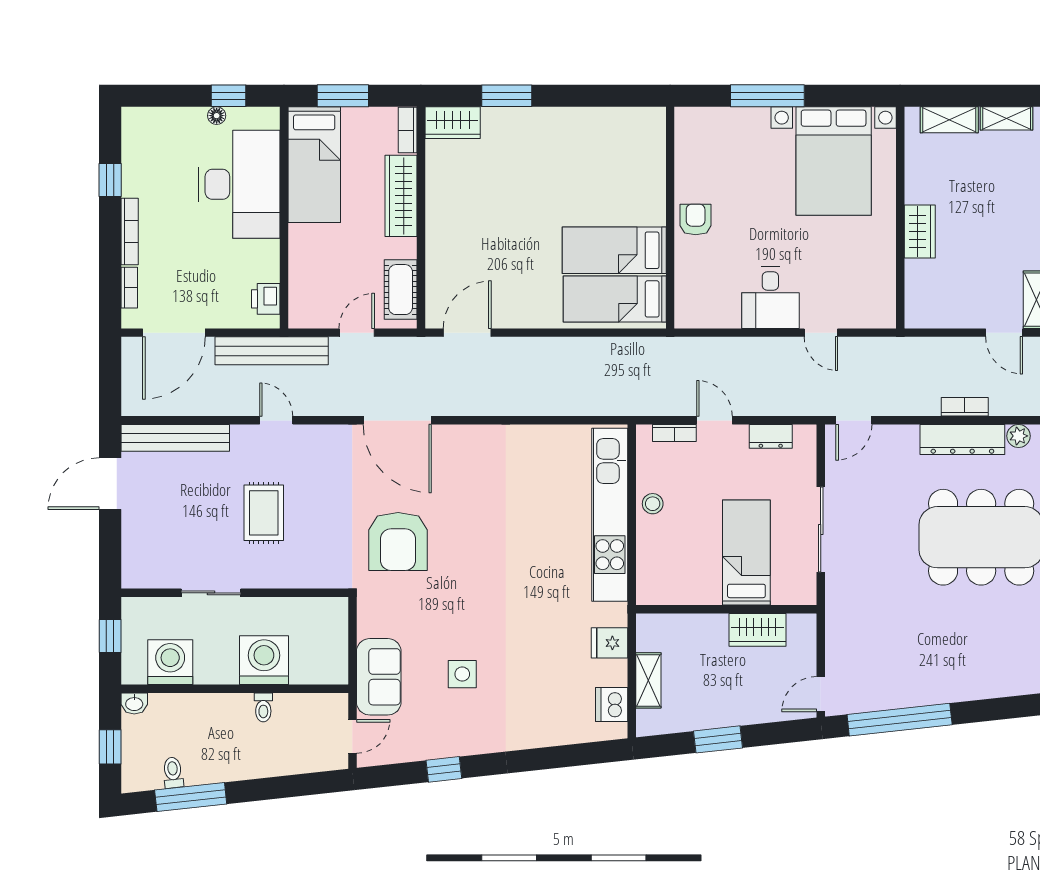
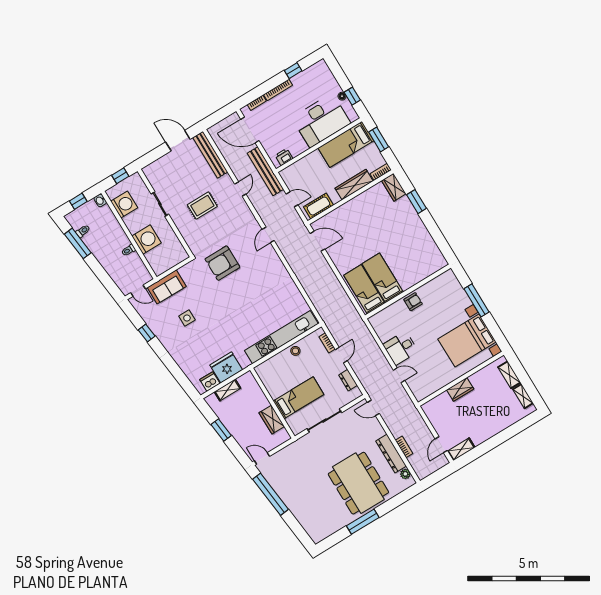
door: (821, 333) -> (399, 375), swing flipped
door: (397, 420) -> (268, 235), width x0.53
fridge: (610, 643) -> (226, 367), width x1.88, depth x1.34

